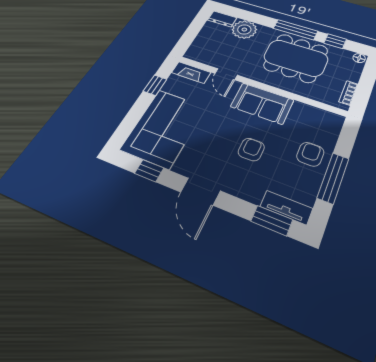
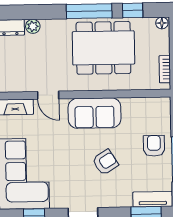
plant: (244, 30) -> (33, 26), width x0.53, depth x0.53
armchair: (251, 149) -> (105, 162), turned 58

